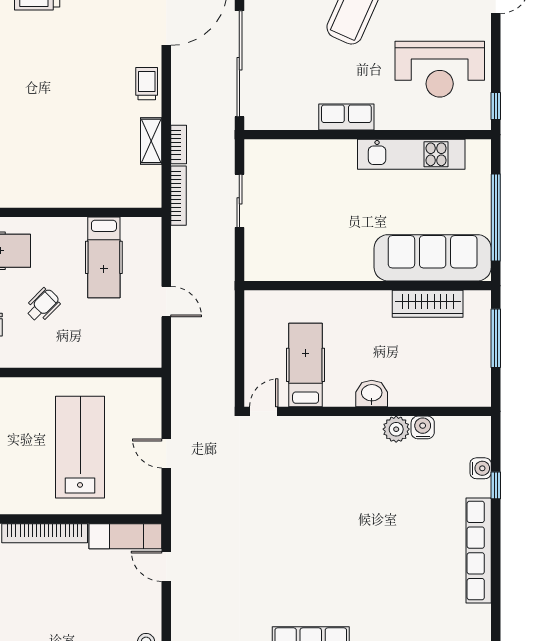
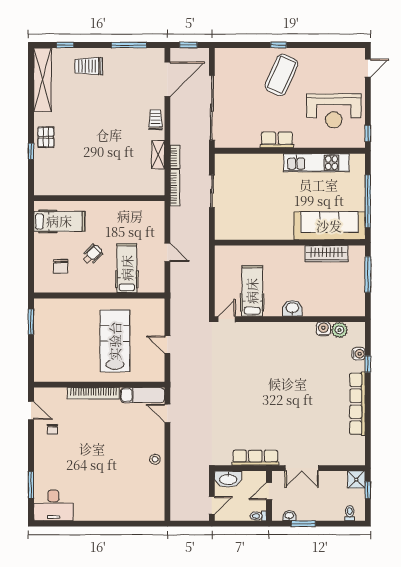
hospital bed: (104, 257) -> (127, 268), moved, turned 180
plant: (396, 429) -> (340, 330), moved

